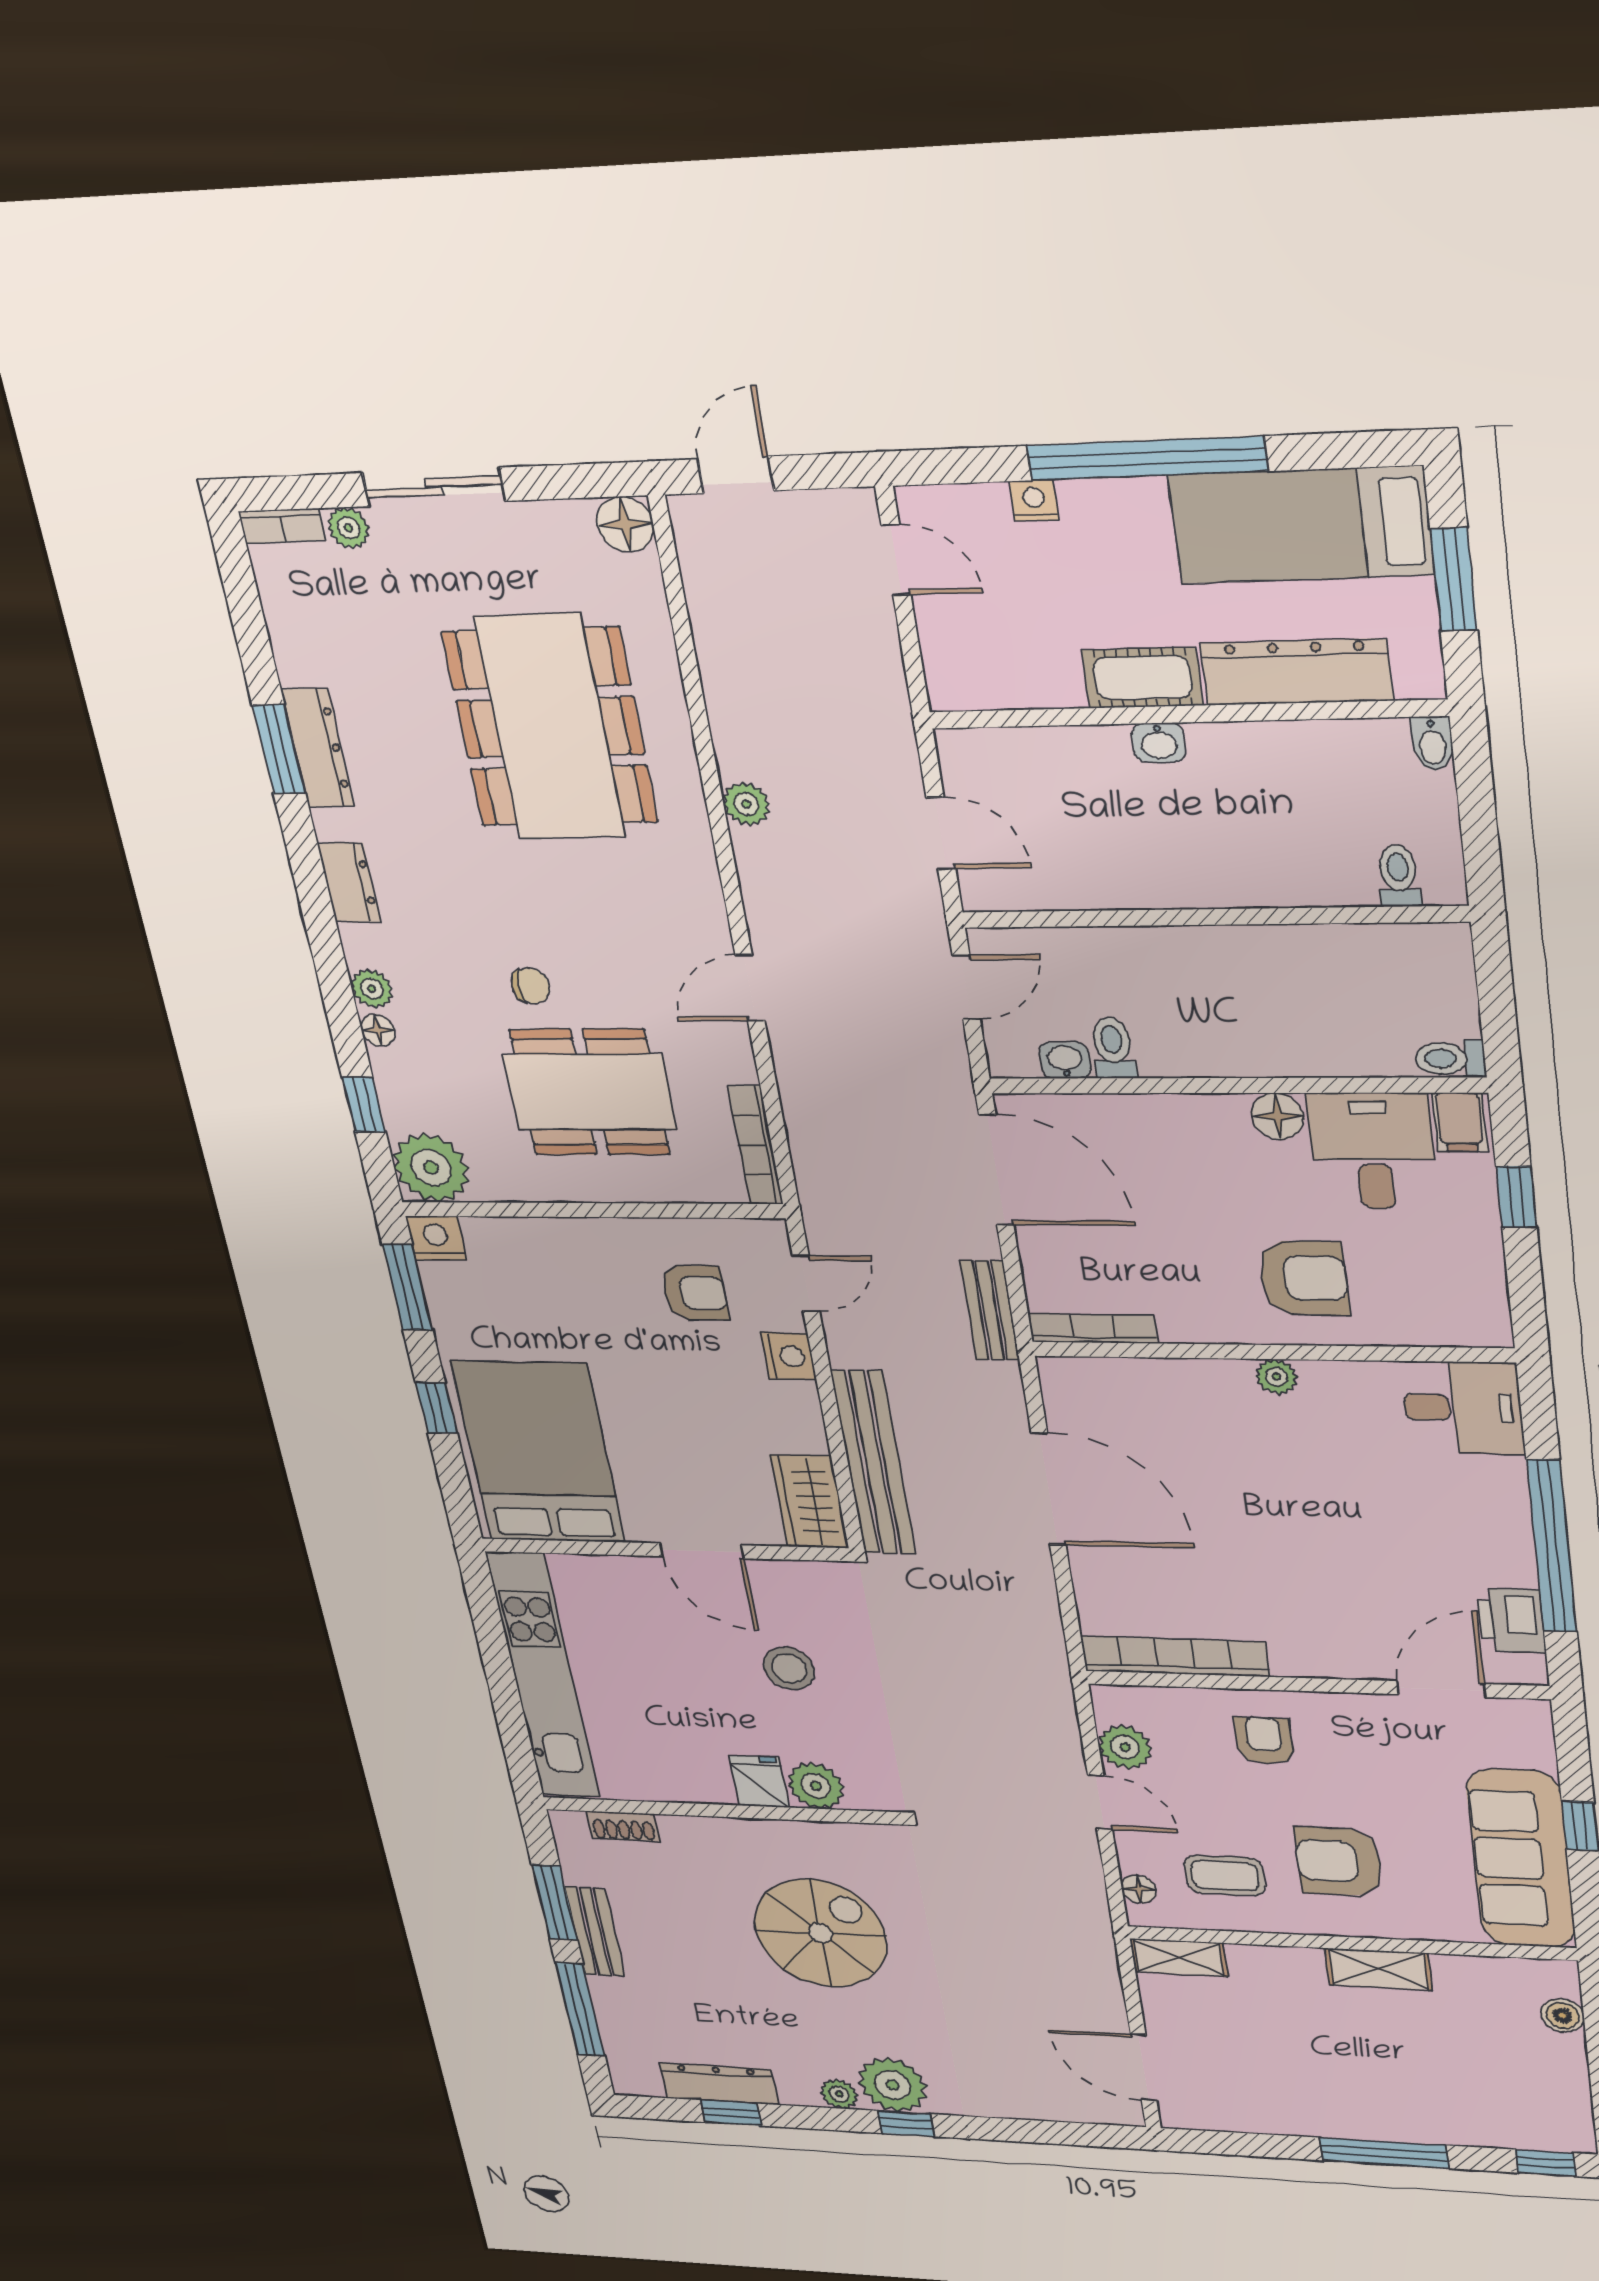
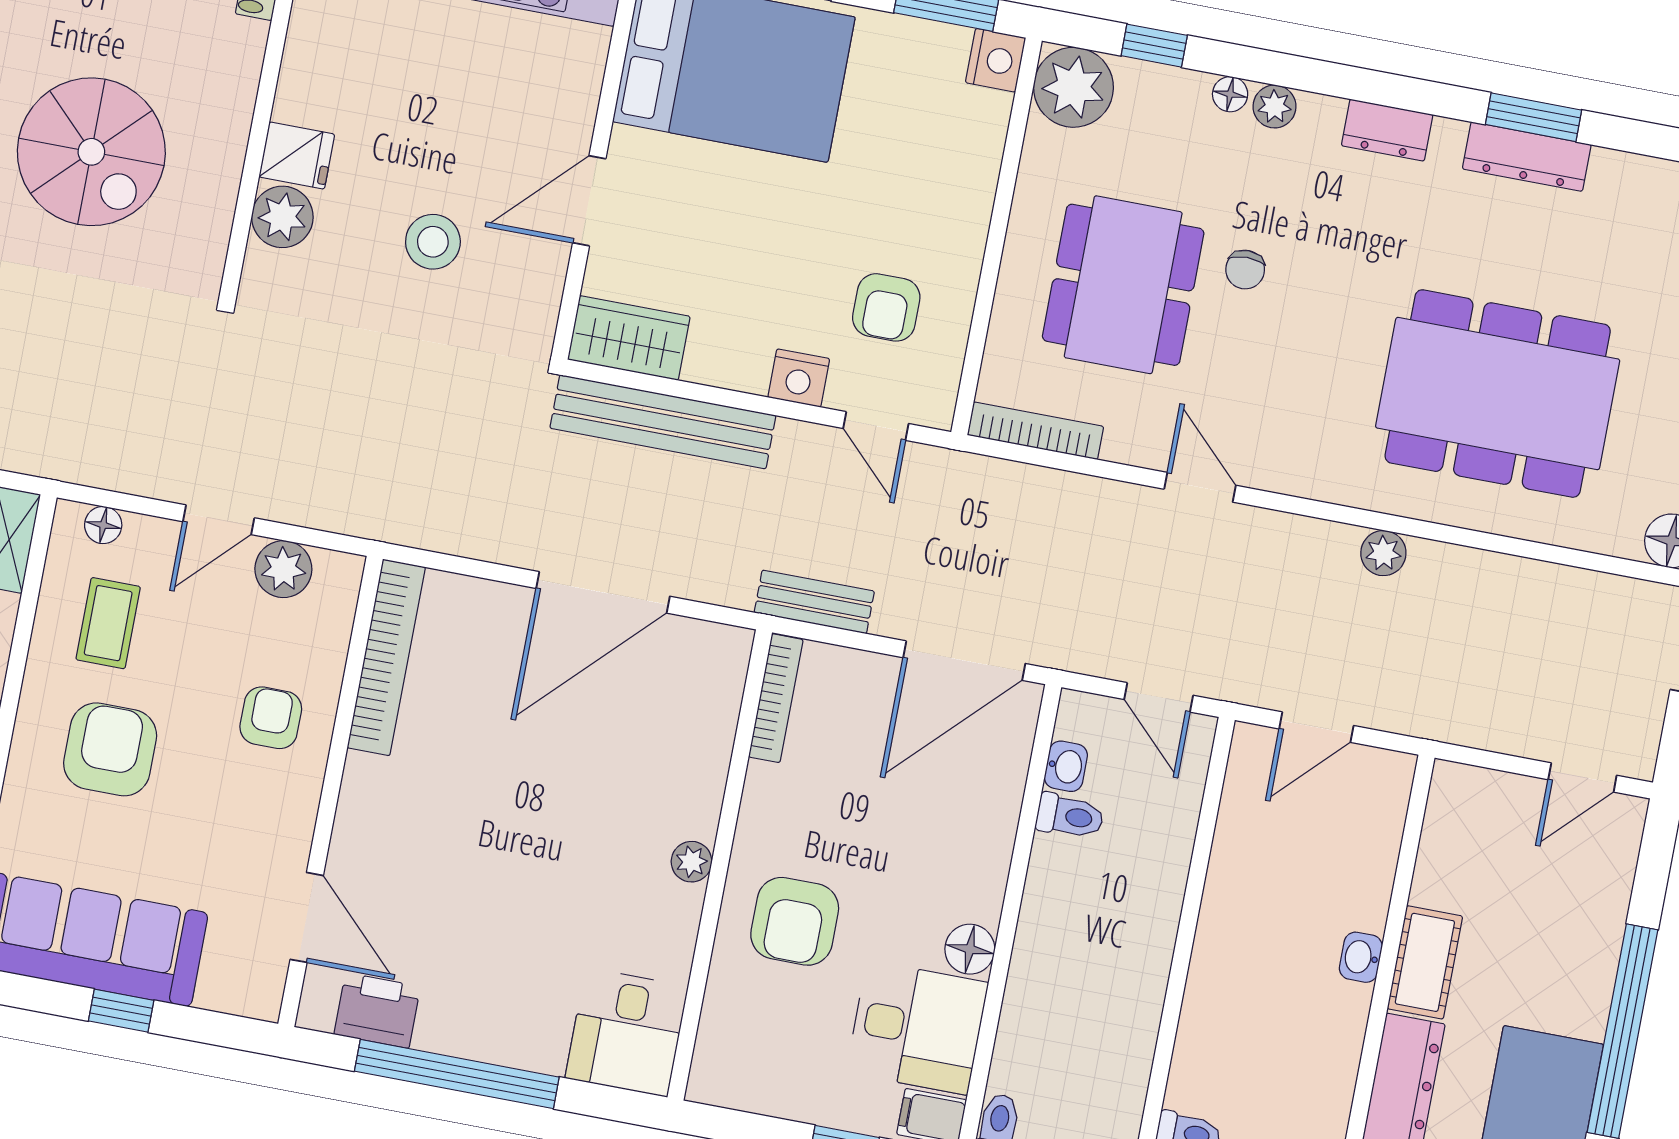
nightstand: (1034, 501) -> (1608, 920), removed
armchair: (1264, 1741) -> (271, 718), turned -90

